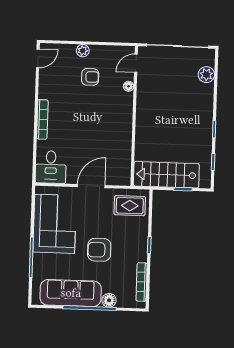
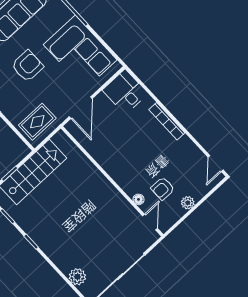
door: (136, 63) -> (150, 222), moved
floor lamp: (129, 86) -> (138, 199), moved
wall: (134, 116) -> (112, 181), moved

